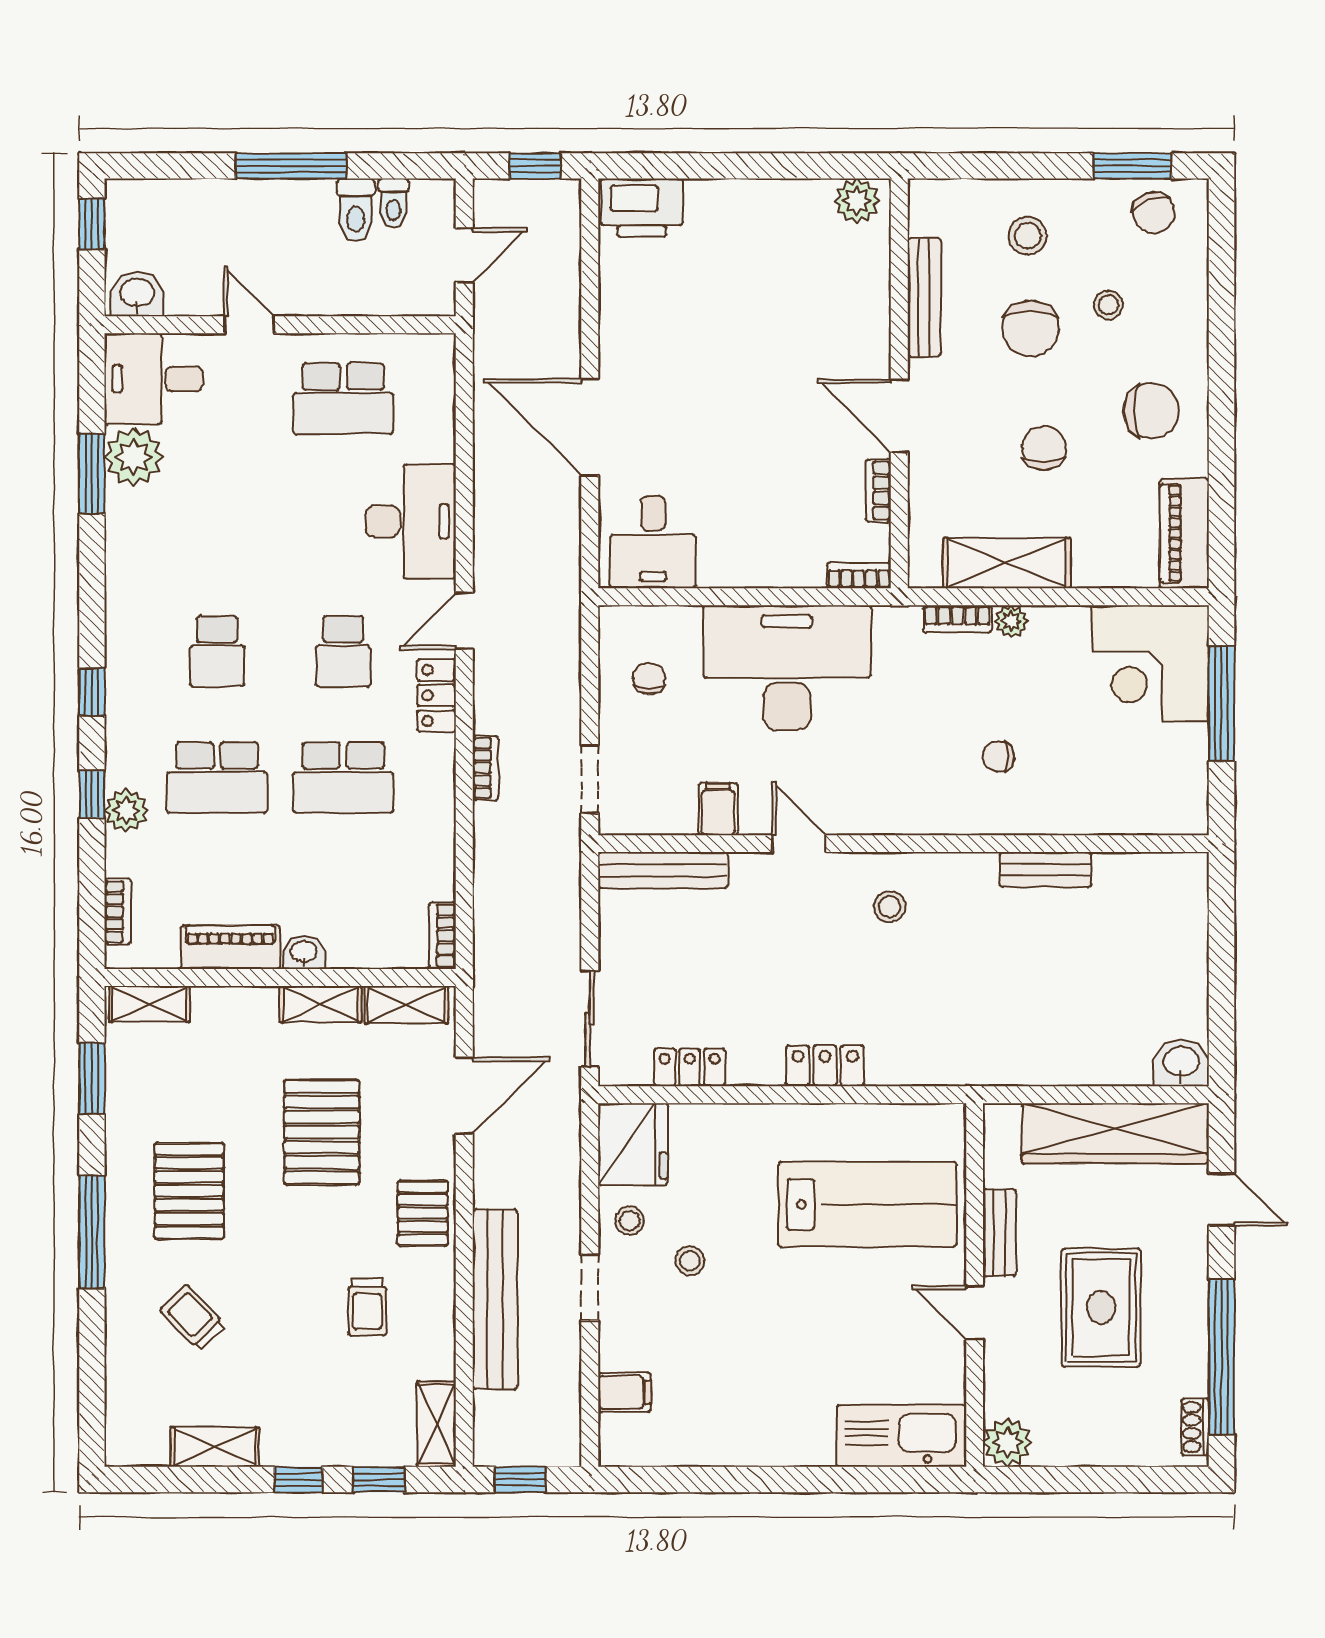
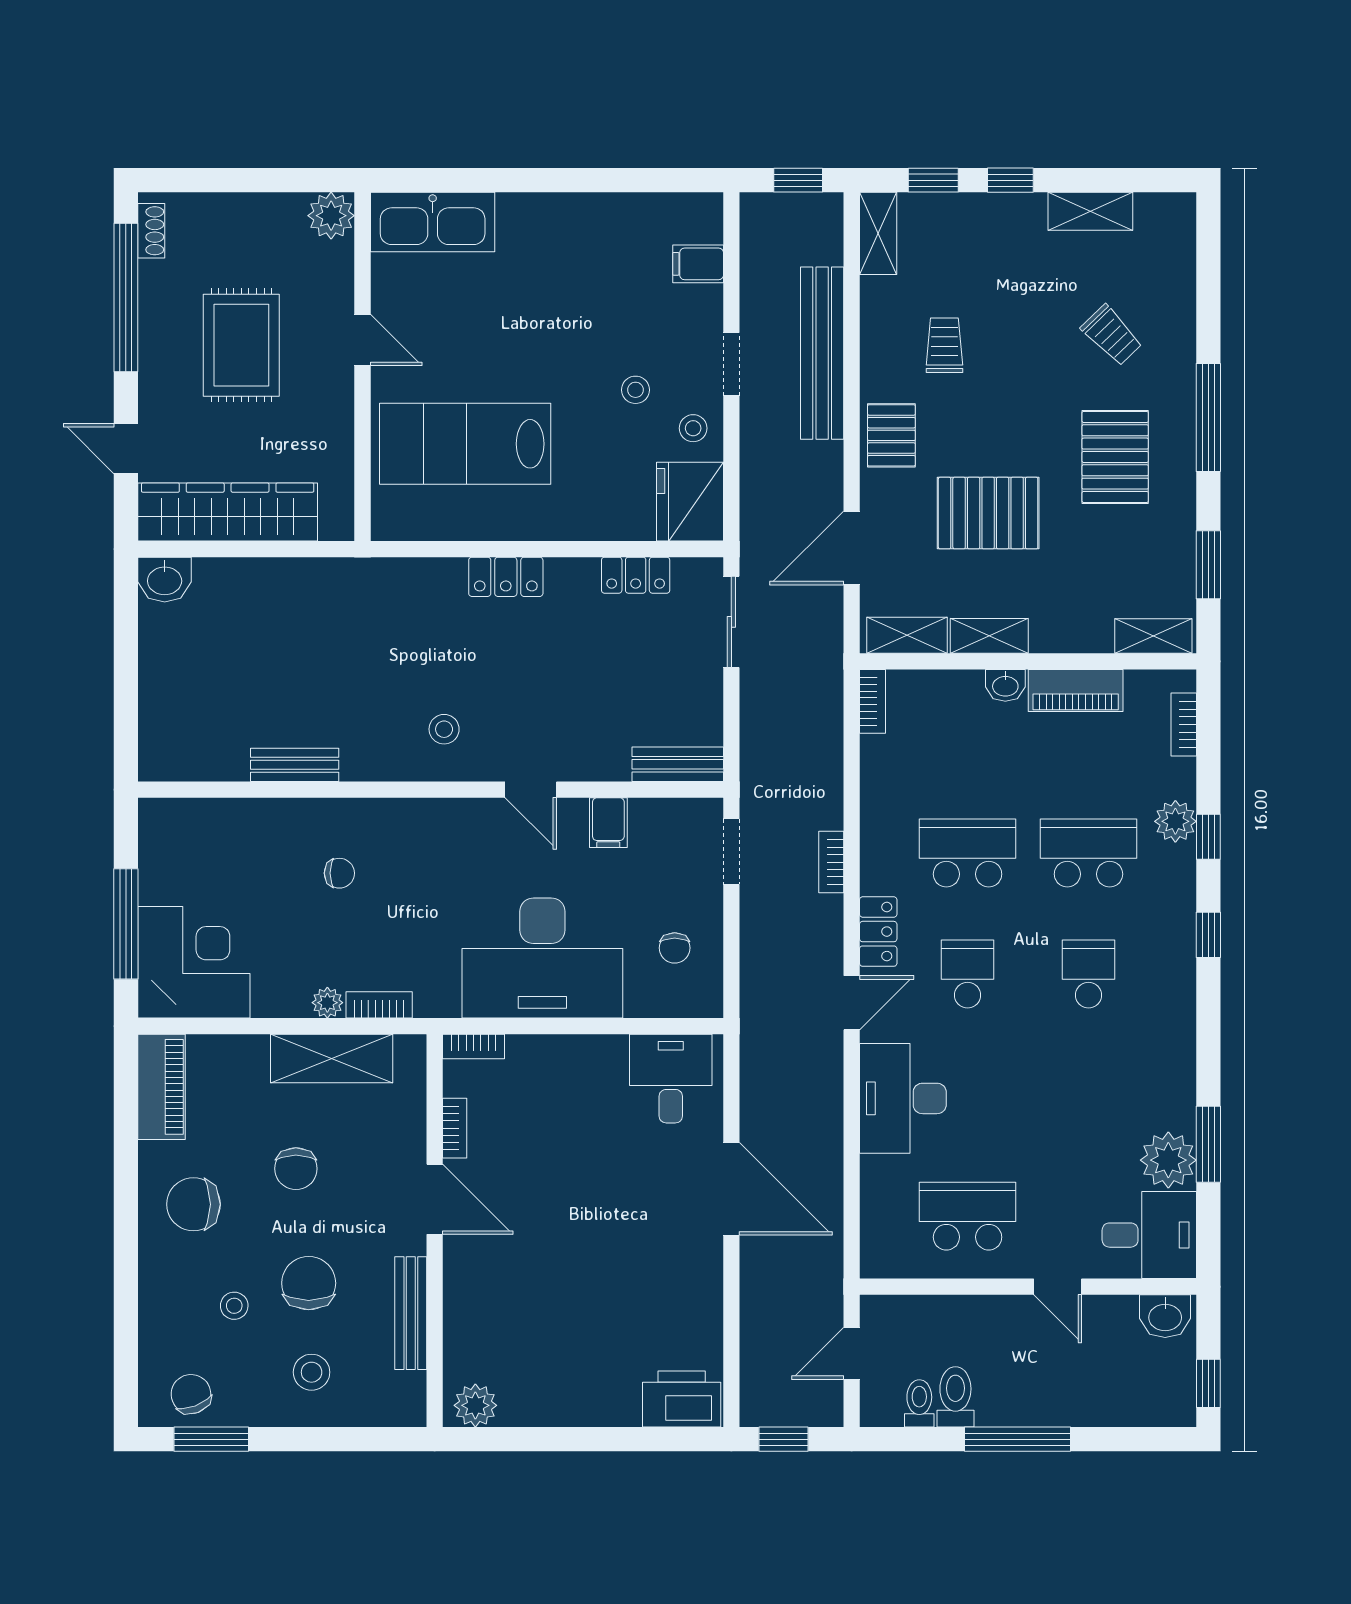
bench: (663, 870) -> (678, 764), width x0.73
pallet: (322, 1132) -> (988, 513), turned 90
bench: (1000, 1233) -> (339, 417), removed

